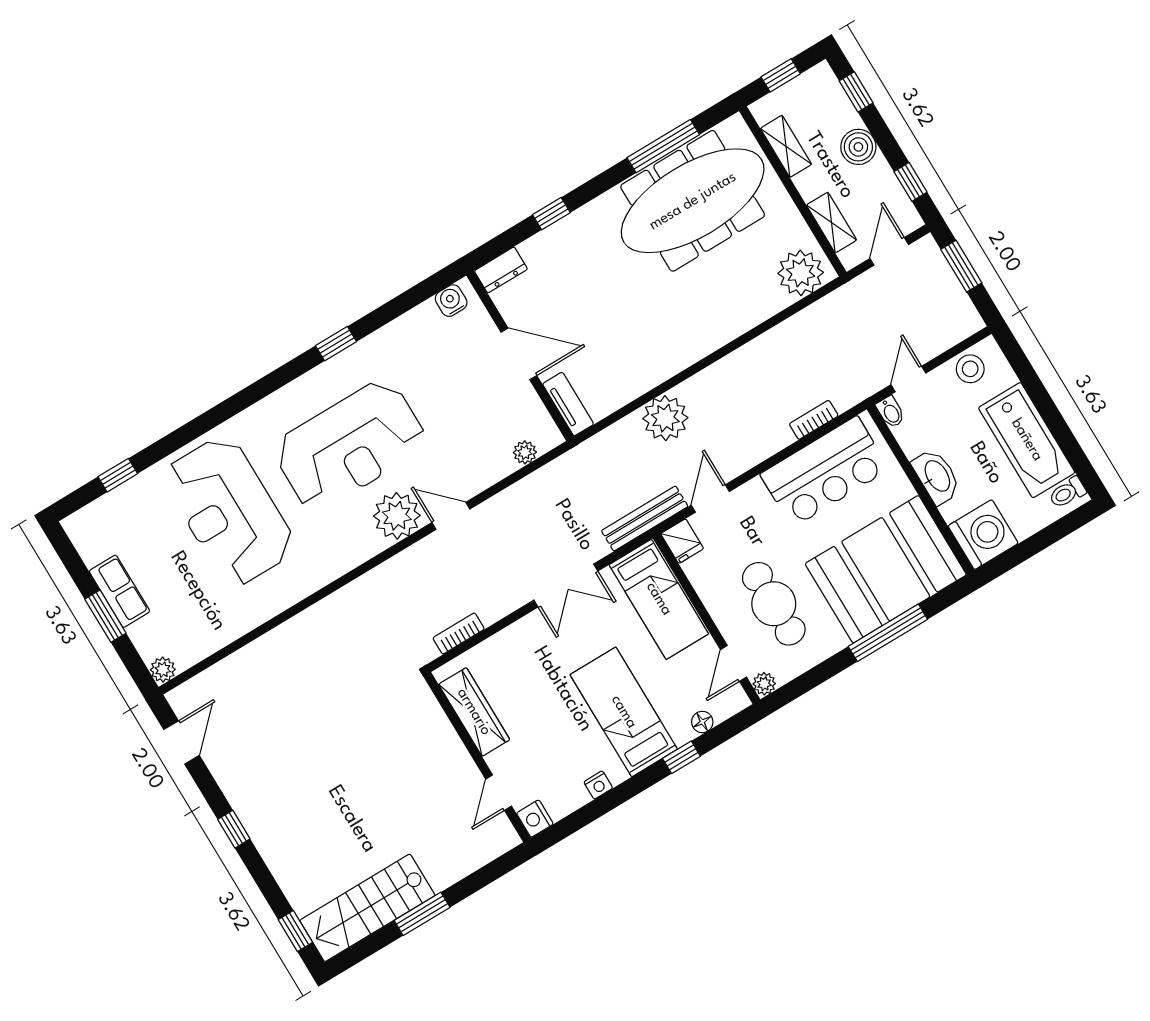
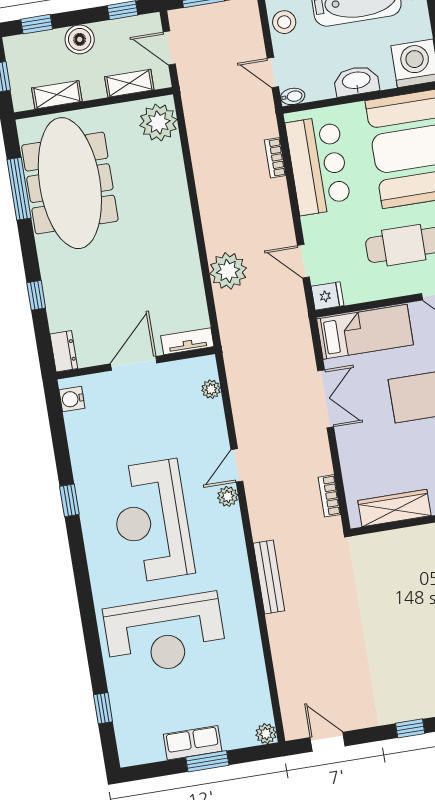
reception desk: (350, 445) -> (152, 521), turned 180
plant: (397, 516) -> (228, 496), width x0.53, depth x0.53
bench: (645, 519) -> (269, 577), moved

